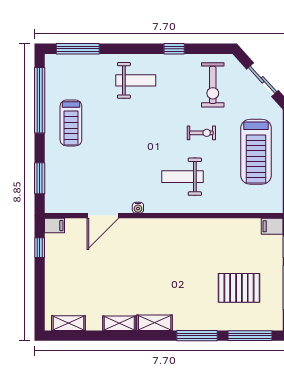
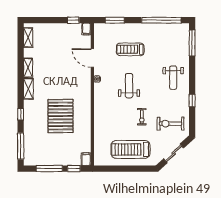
treadmill: (71, 123) -> (130, 49), moved
weight bench: (183, 177) -> (129, 86), moved
pallet: (239, 288) -> (61, 116), moved, width x1.37, depth x1.41
window: (197, 336) -> (21, 114), width x0.46

